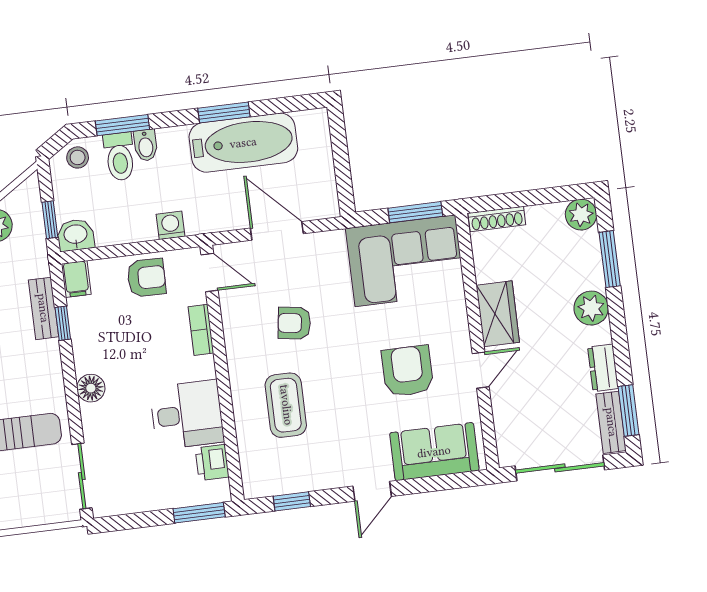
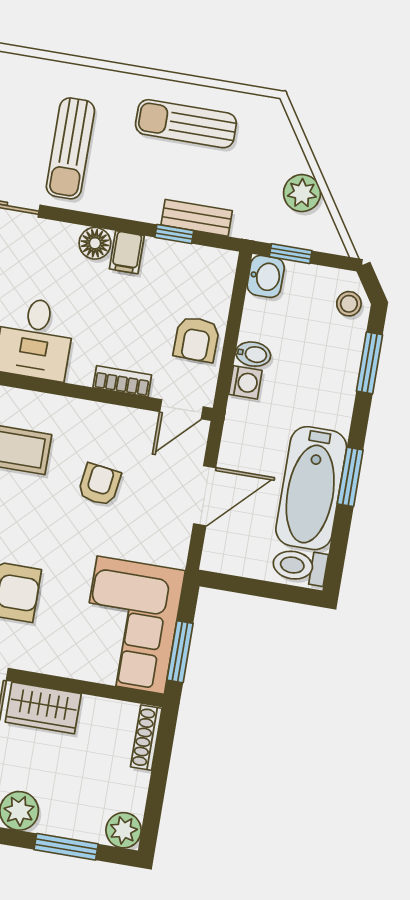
bidet: (146, 145) -> (253, 354), moved, turned 180
toilet: (120, 157) -> (300, 566), moved
filing cabinet: (76, 279) -> (127, 252), moved, turned -90

